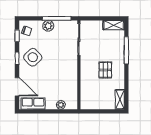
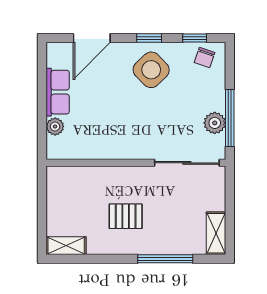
plant: (48, 26) -> (215, 123), moved
row of seats: (33, 104) -> (58, 92), moved

